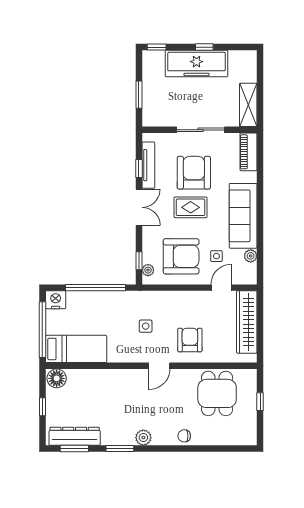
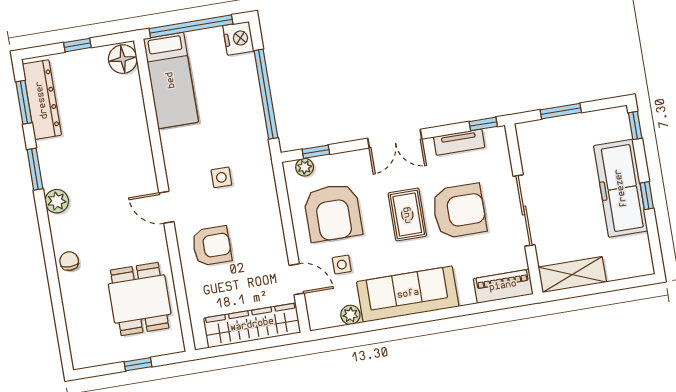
tv unit: (148, 165) -> (459, 142), width x0.71
window: (139, 169) -> (483, 124), moved
dining table: (217, 393) -> (140, 299), turned 90

